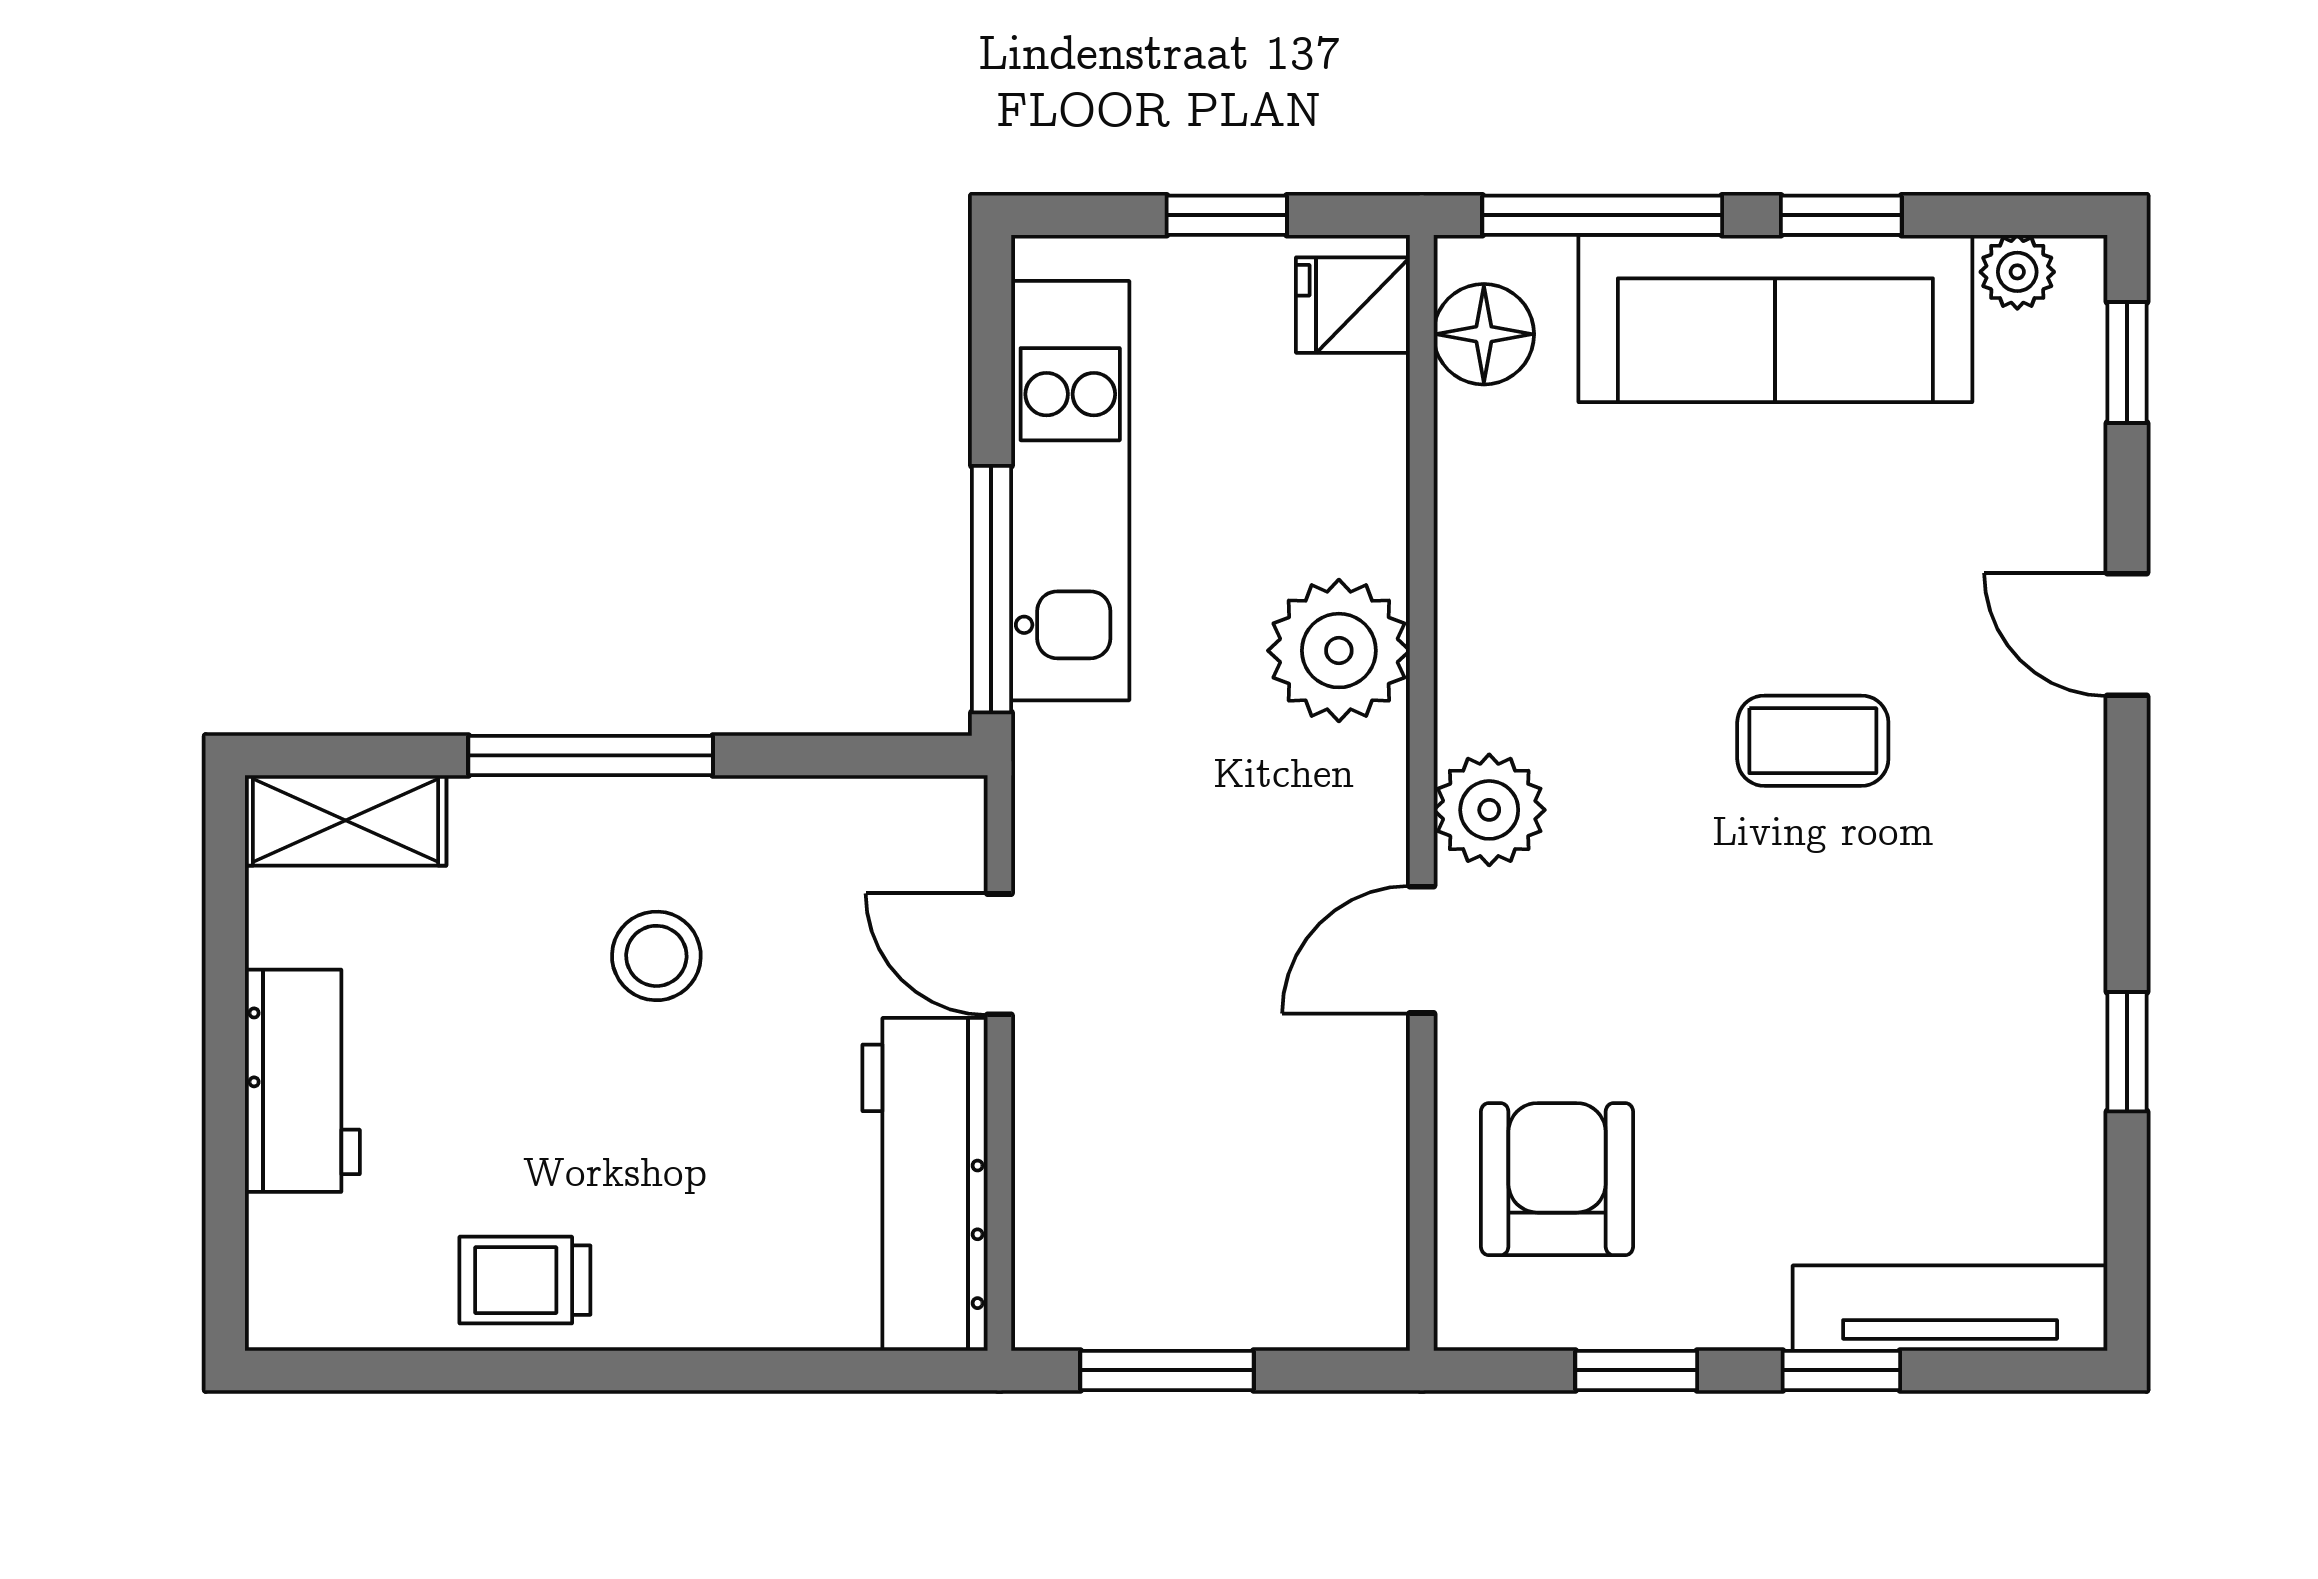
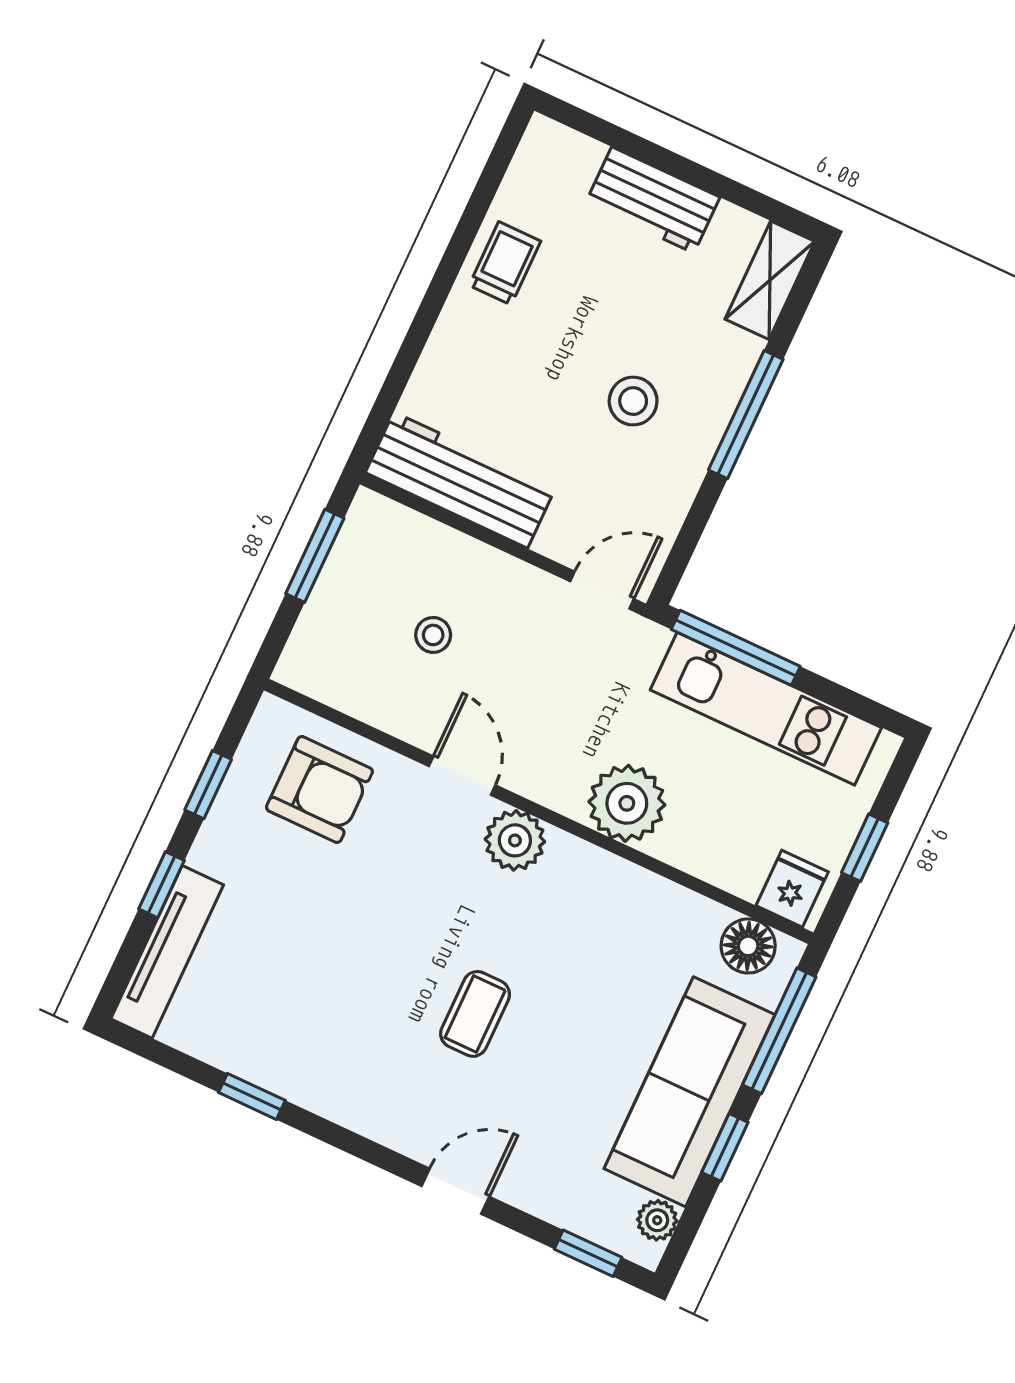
door: (999, 954) -> (602, 590), moved
stool: (1207, 1109) -> (433, 635), added

